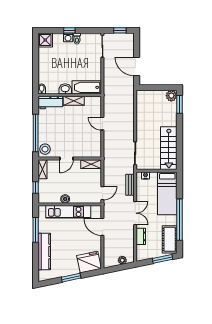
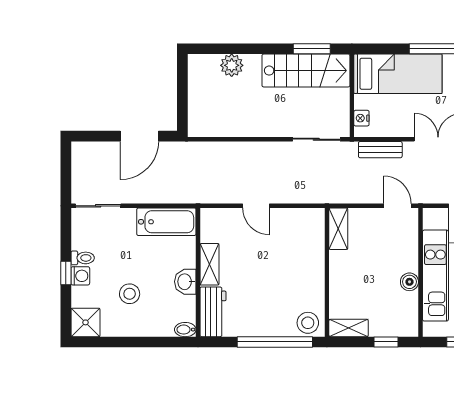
window: (120, 30) -> (66, 170), removed
stool: (59, 62) -> (130, 294), added
bathtub: (87, 87) -> (166, 222), moved, turned -90
plant: (171, 96) -> (232, 65), moved
window: (180, 104) -> (312, 49), moved
door: (102, 124) -> (256, 206), hinge flipped
door: (66, 159) -> (327, 279), removed

